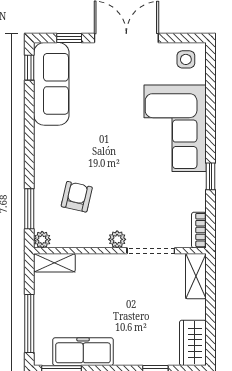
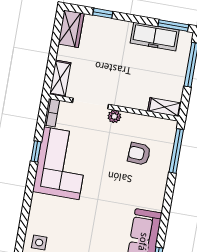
corner sofa: (175, 128) -> (61, 163), moved
armchair: (77, 197) -> (139, 154), turned 80
window: (29, 209) -> (176, 151), width x1.44
plant: (42, 240) -> (171, 126), removed

